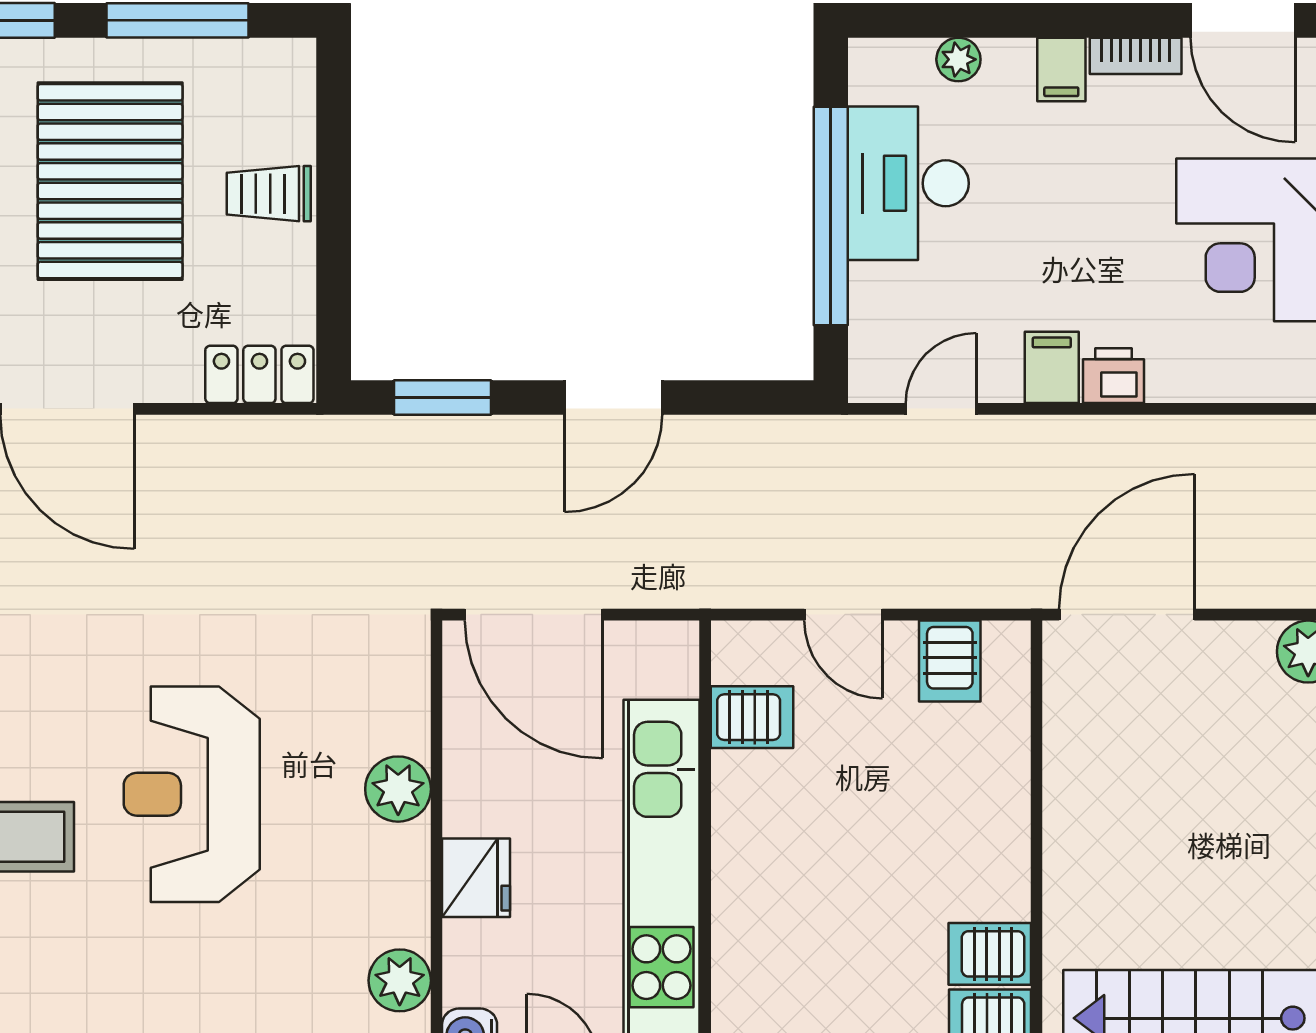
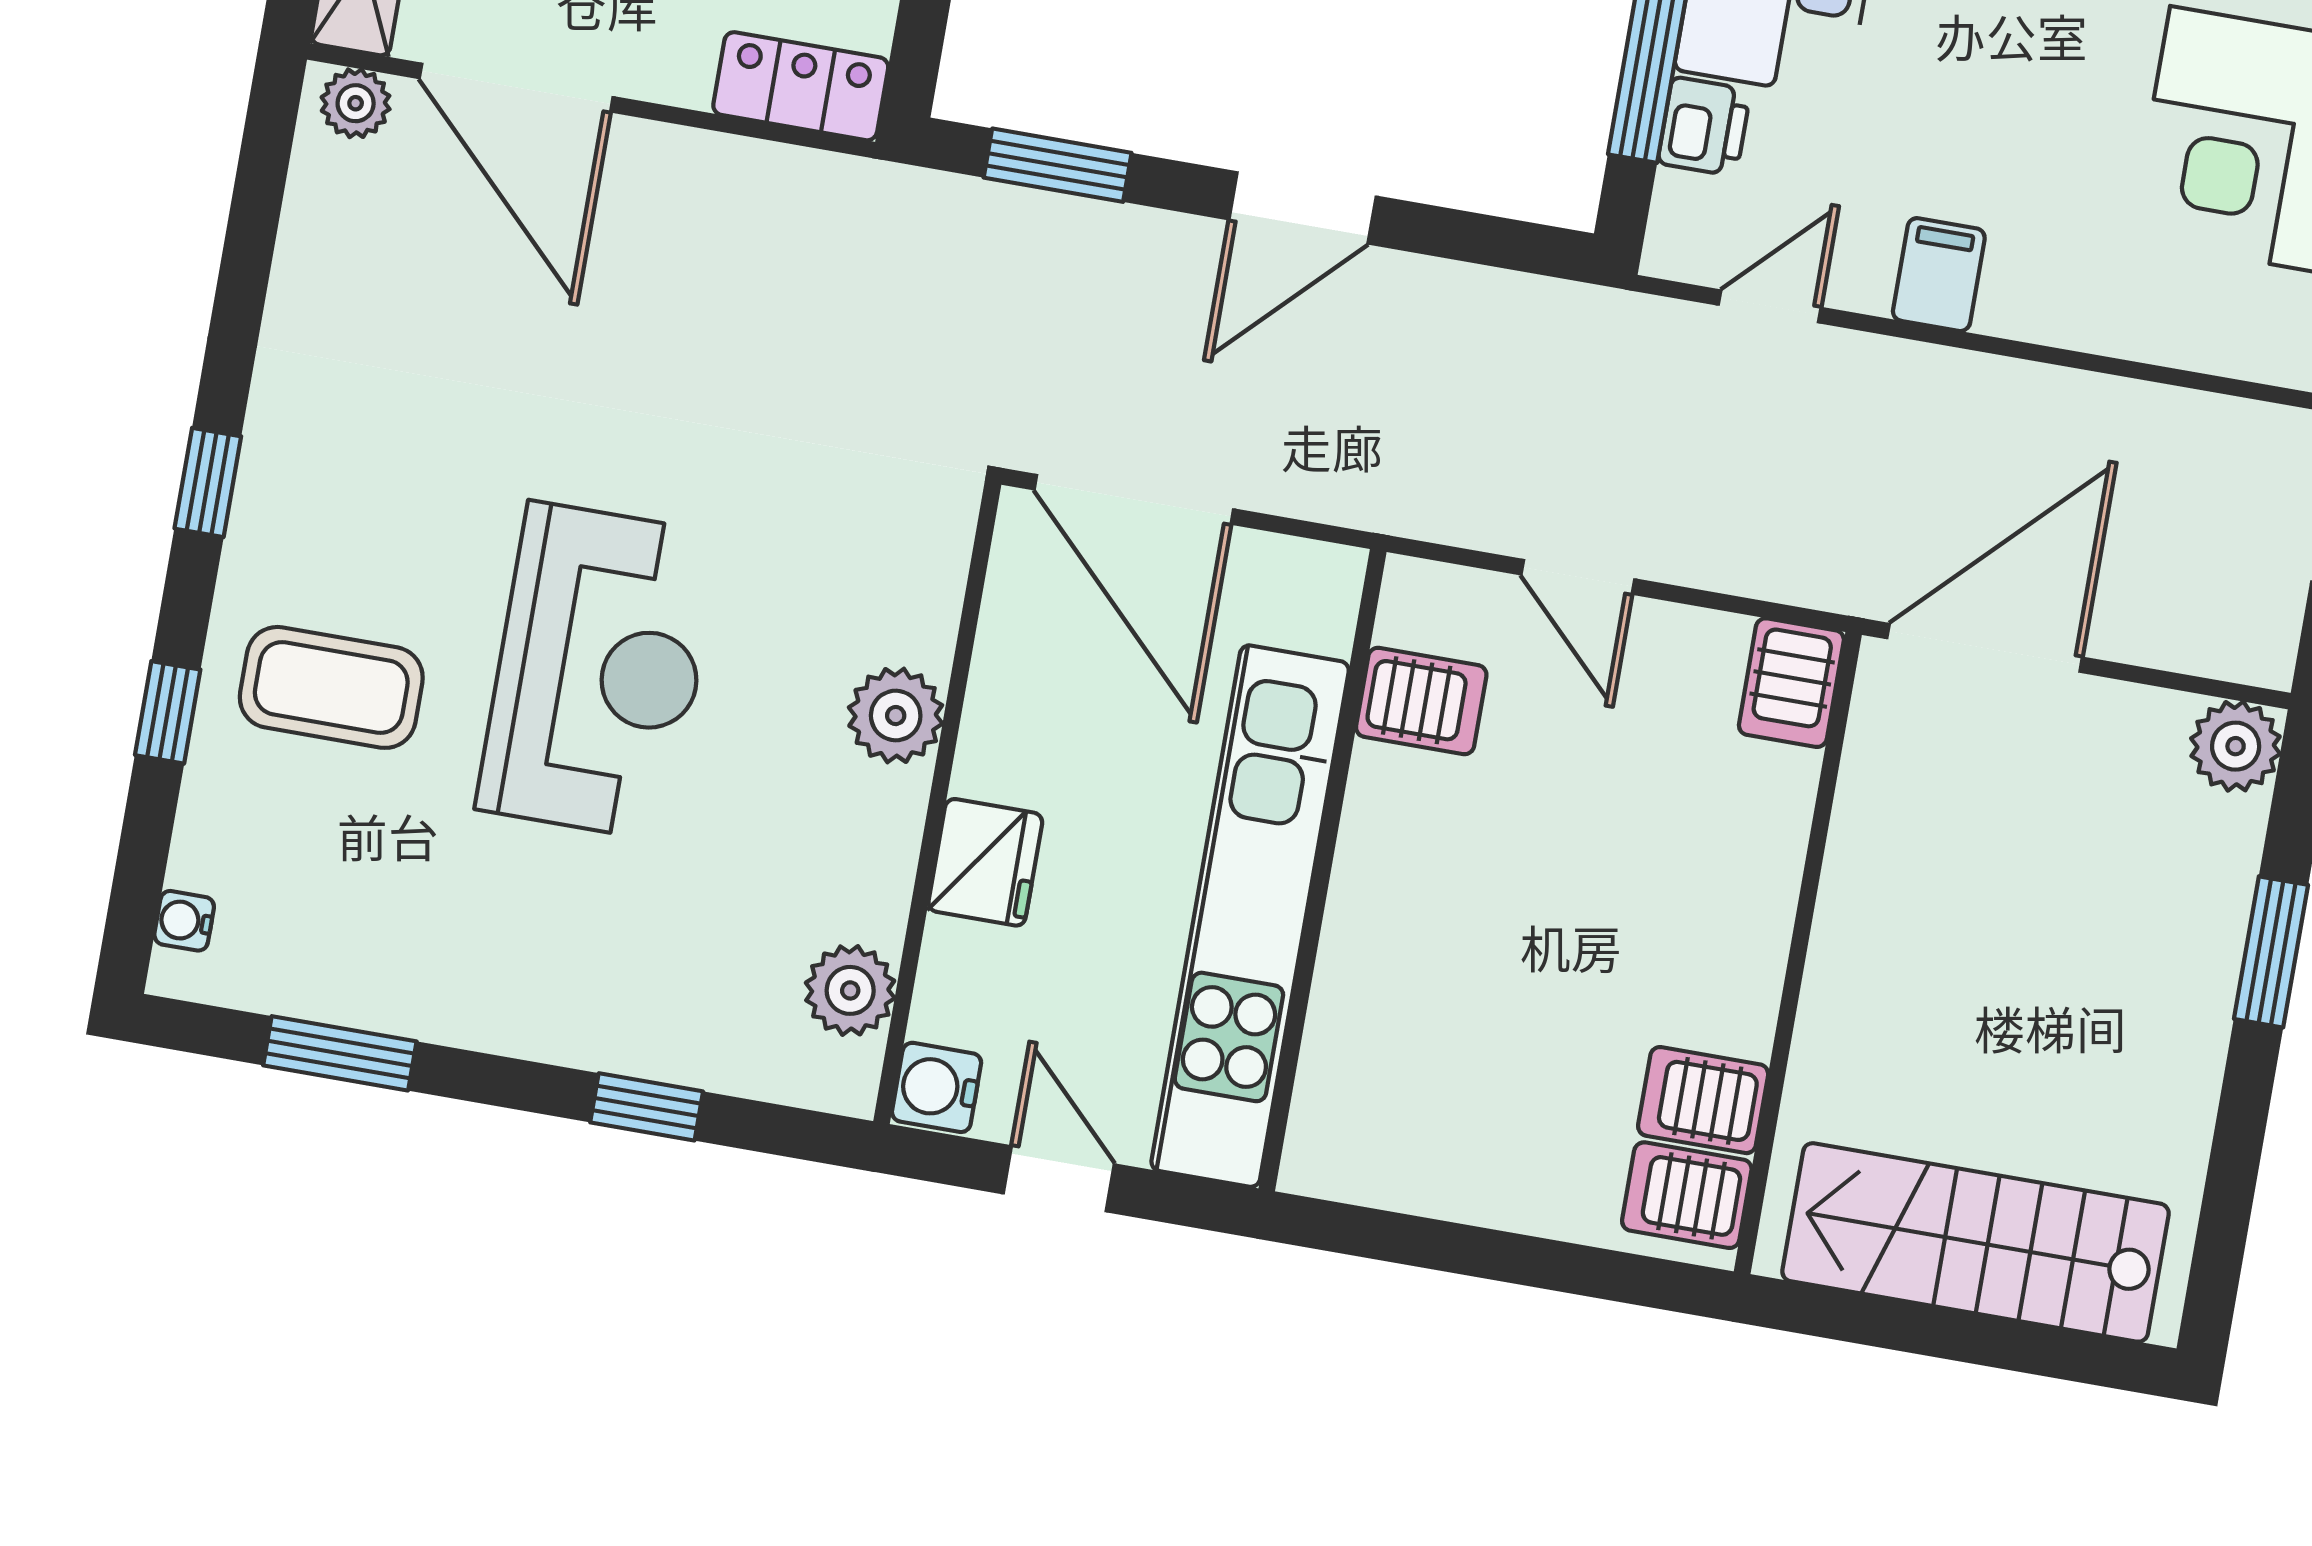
printer: (1113, 376) -> (1704, 127), moved, turned 90
server rack: (950, 661) -> (1791, 683), moved
reception desk: (192, 794) -> (598, 671), turned 180

